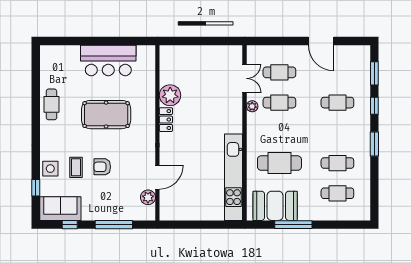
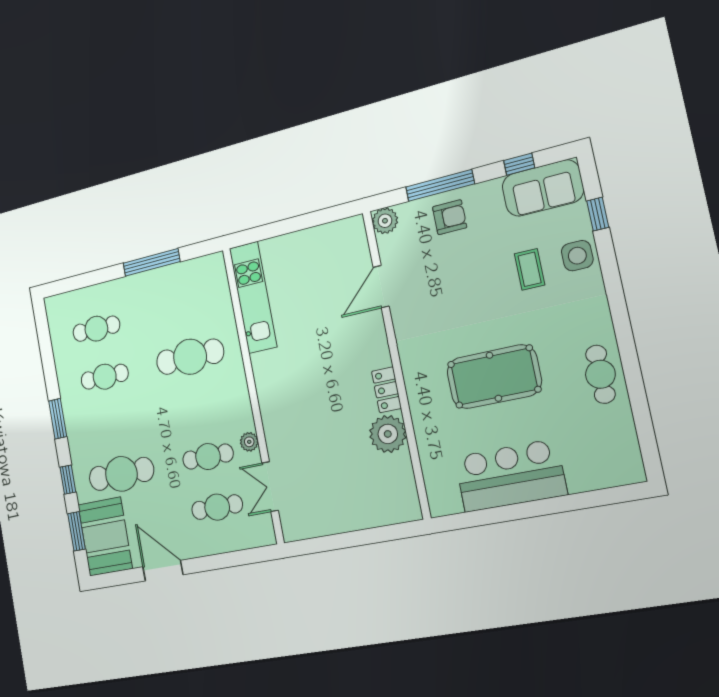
cafe table: (337, 103) -> (121, 474), width x1.37, depth x1.35
armchair: (102, 167) -> (450, 217), moved
kitchen unit: (233, 177) -> (253, 297), width x0.73
plant: (148, 197) -> (385, 221), moved
booth: (275, 206) -> (105, 537), moved, turned 90

